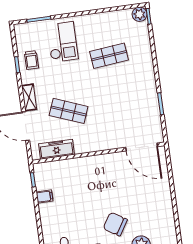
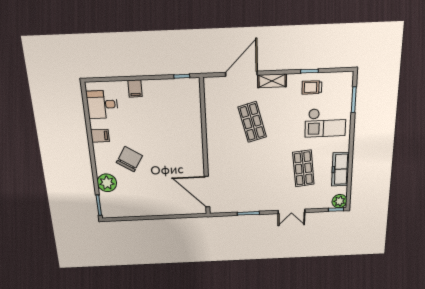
double door: (155, 61) -> (292, 211), added
shop shelf: (69, 111) -> (252, 122), turned -36
door: (142, 147) -> (207, 192), hinge flipped
freezer: (57, 149) -> (340, 169), moved, turned 180
filing cabinet: (45, 197) -> (135, 88), moved

